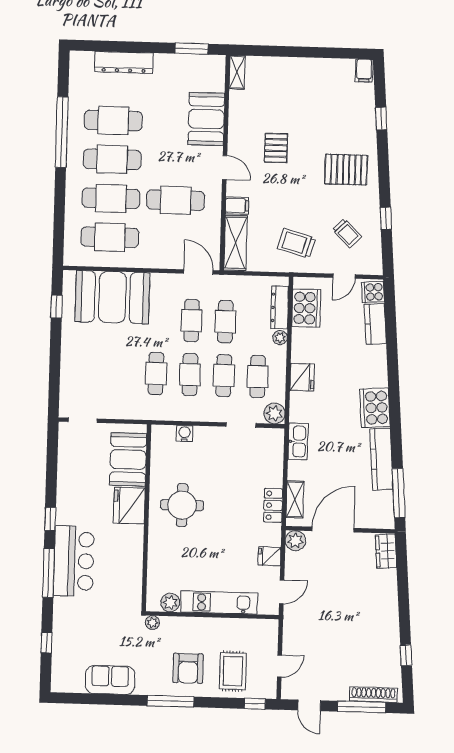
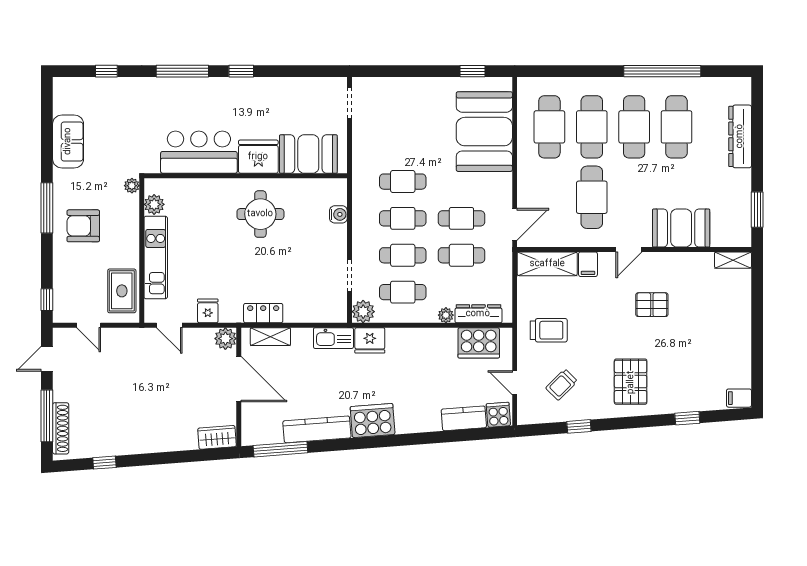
trolley: (297, 243) -> (549, 330), turned 74
fridge: (302, 377) -> (370, 340), moved
bar counter: (74, 561) -> (199, 152), moved, turned 180
rug: (233, 671) -> (122, 291), moved, turned 90

